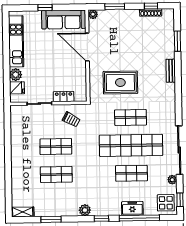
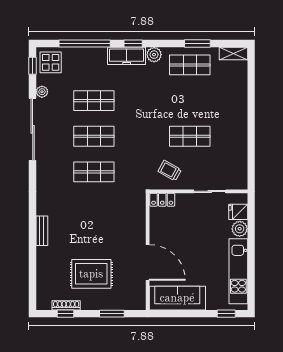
window: (45, 8) -> (226, 314), moved
plant: (93, 14) -> (140, 304), removed
window: (177, 41) -> (33, 268), removed
rug: (120, 82) -> (91, 274), moved
locker: (64, 97) -> (162, 200), moved
shop shelf: (131, 145) -> (94, 136), width x0.50, depth x0.74
shop shelf: (56, 174) -> (190, 65), moved
freezer: (132, 208) -> (127, 56), moved, width x1.40

